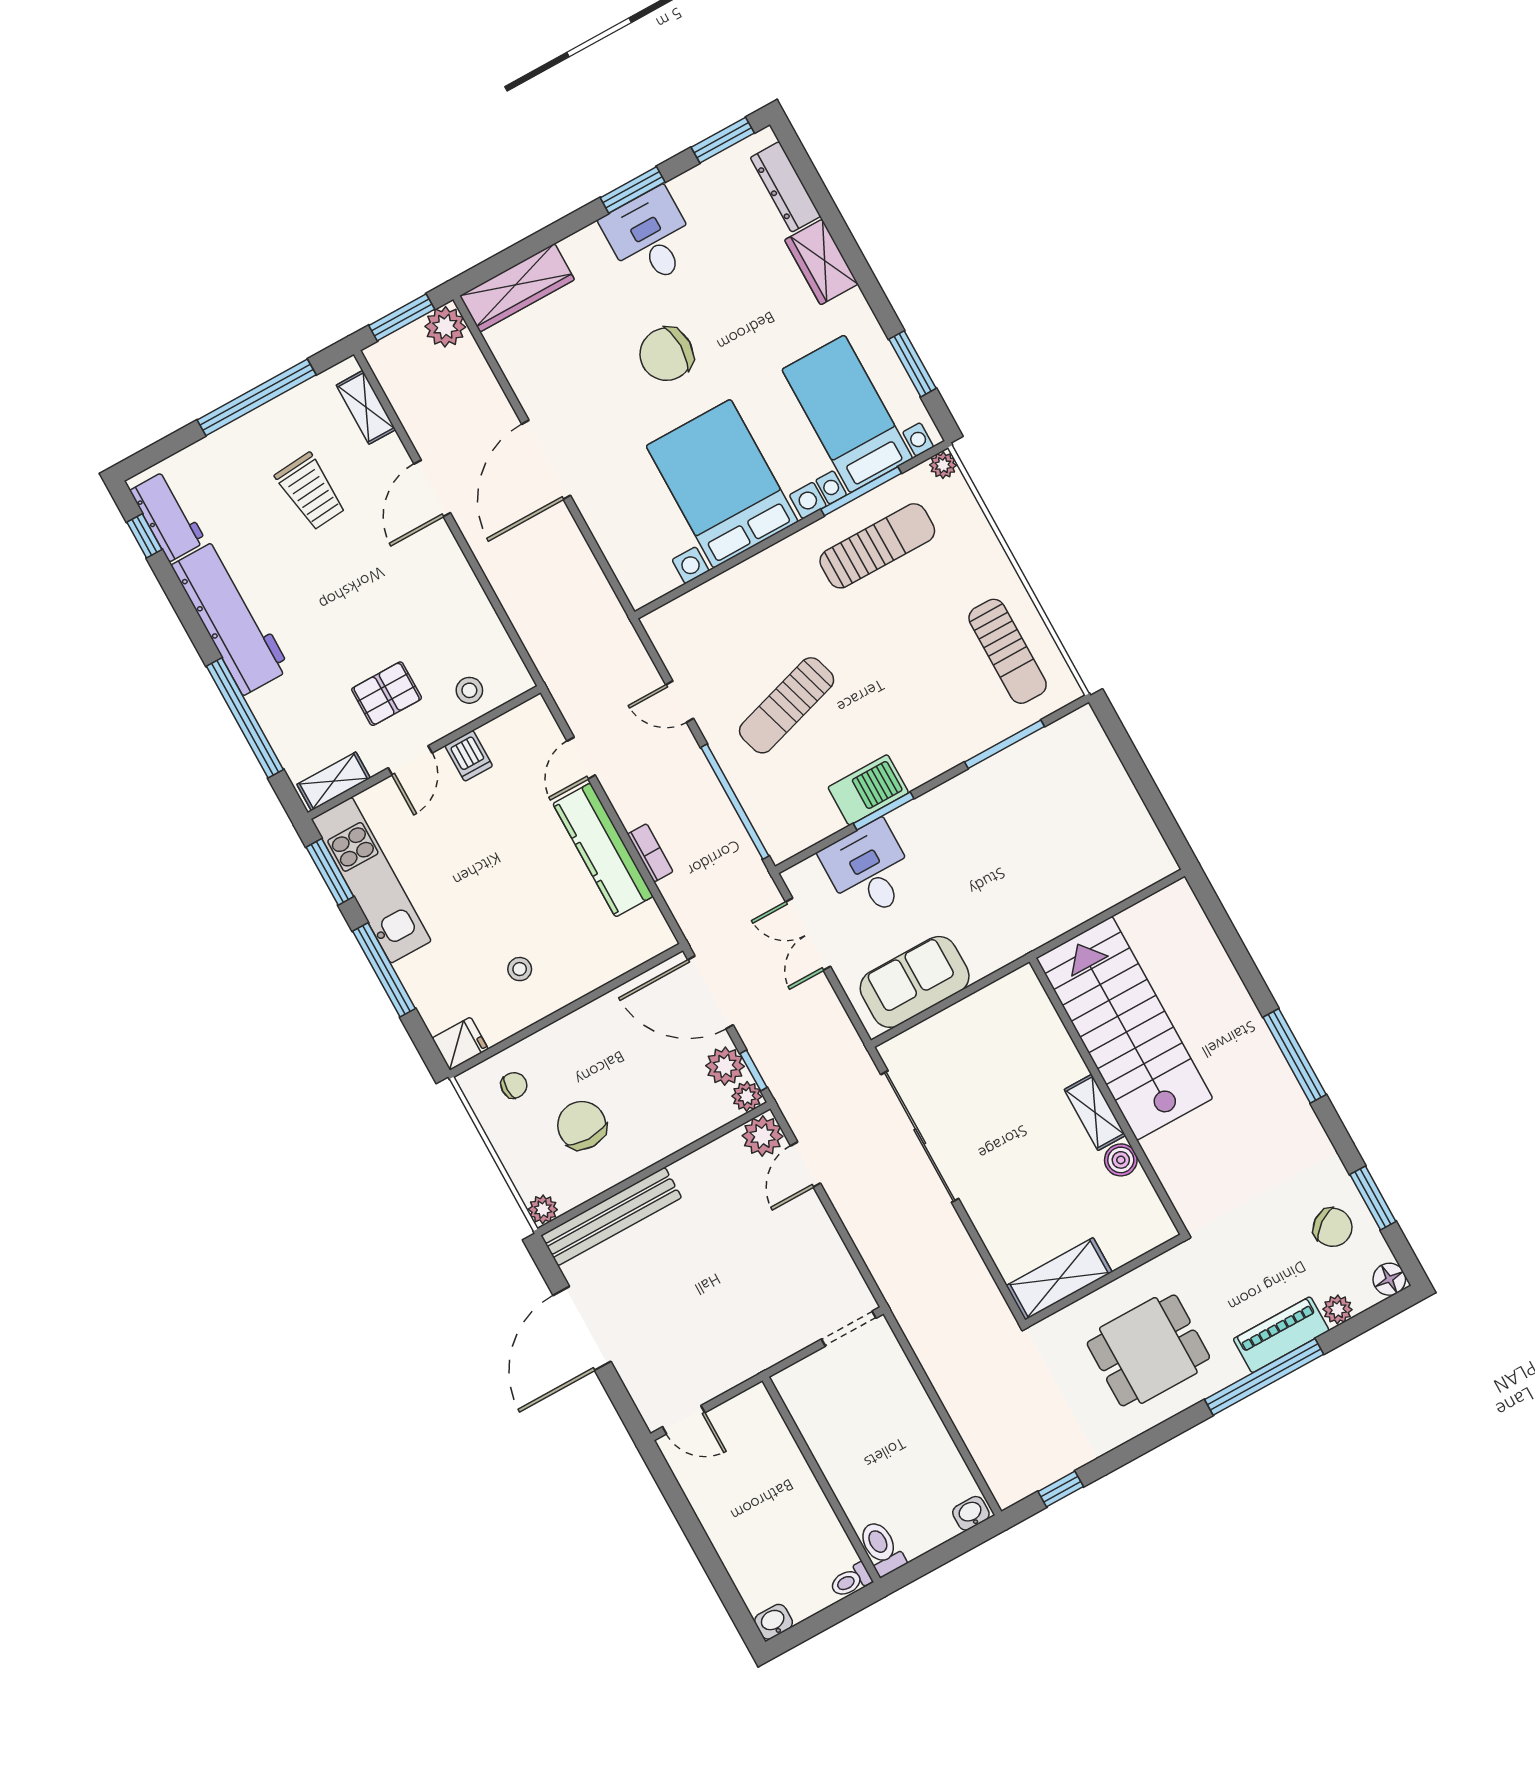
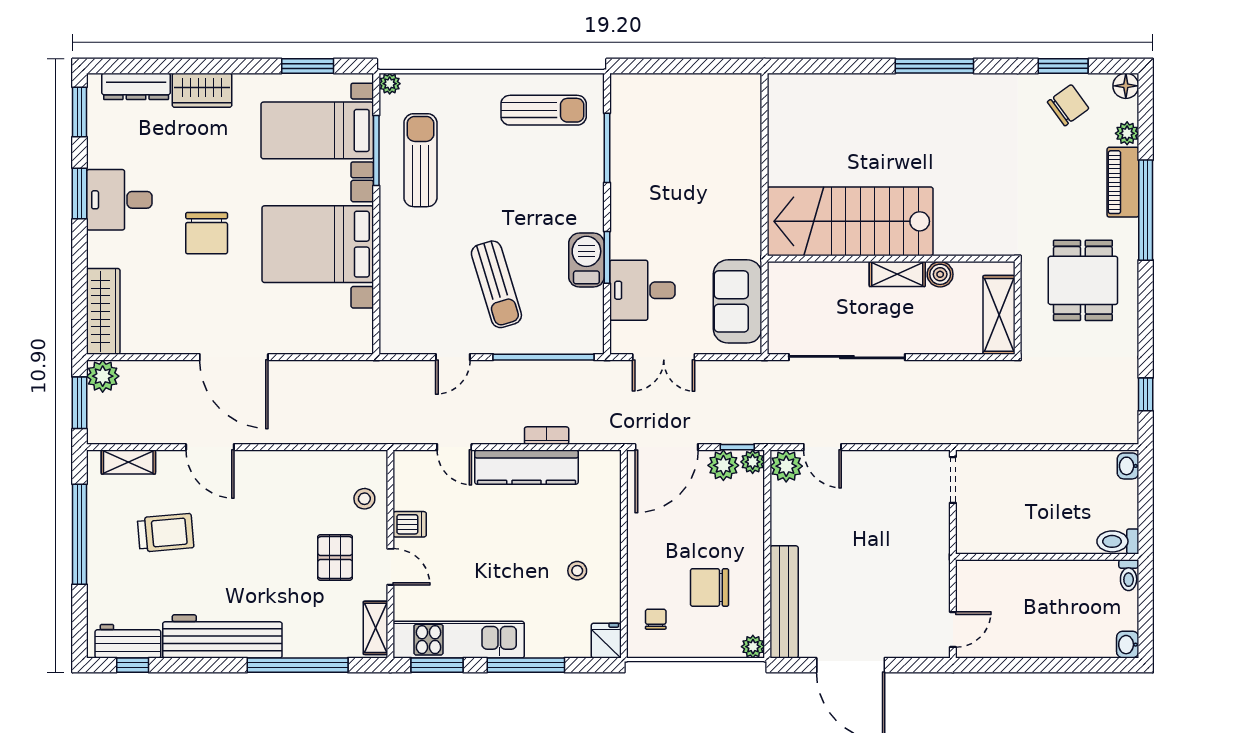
stairs: (1124, 1028) -> (850, 221), moved
wall: (1108, 1096) -> (891, 259), moved
shelving: (1095, 1112) -> (897, 274), moved
boiler: (1121, 1160) -> (940, 274), moved

